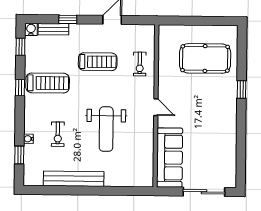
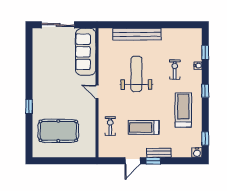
window: (68, 19) -> (153, 161), moved
bench: (53, 29) -> (159, 153), moved
treadmill: (48, 83) -> (183, 110), turned 90
window: (20, 88) -> (205, 91), moved
bench: (74, 179) -> (137, 34), moved

